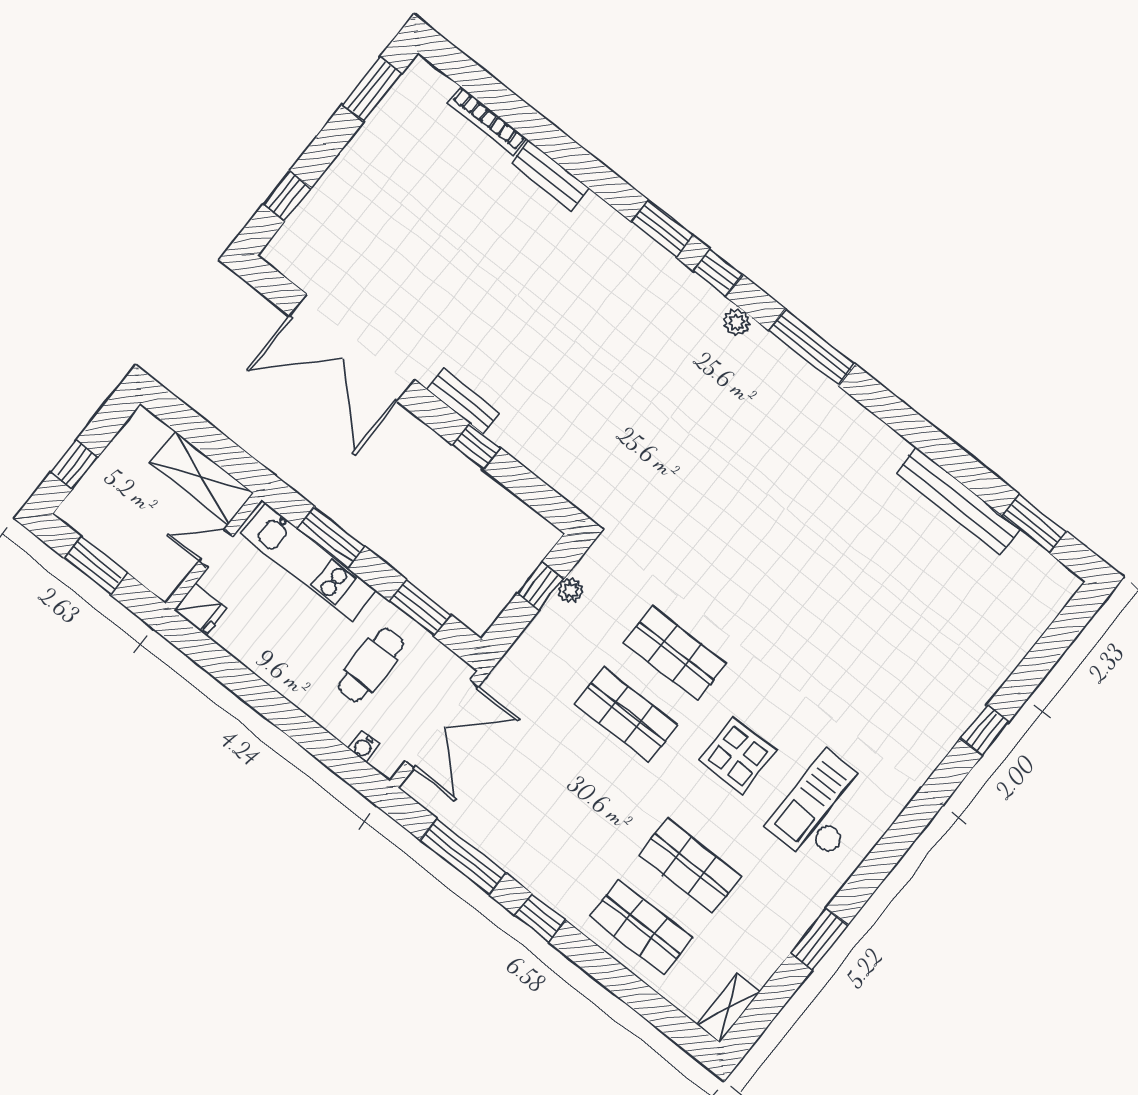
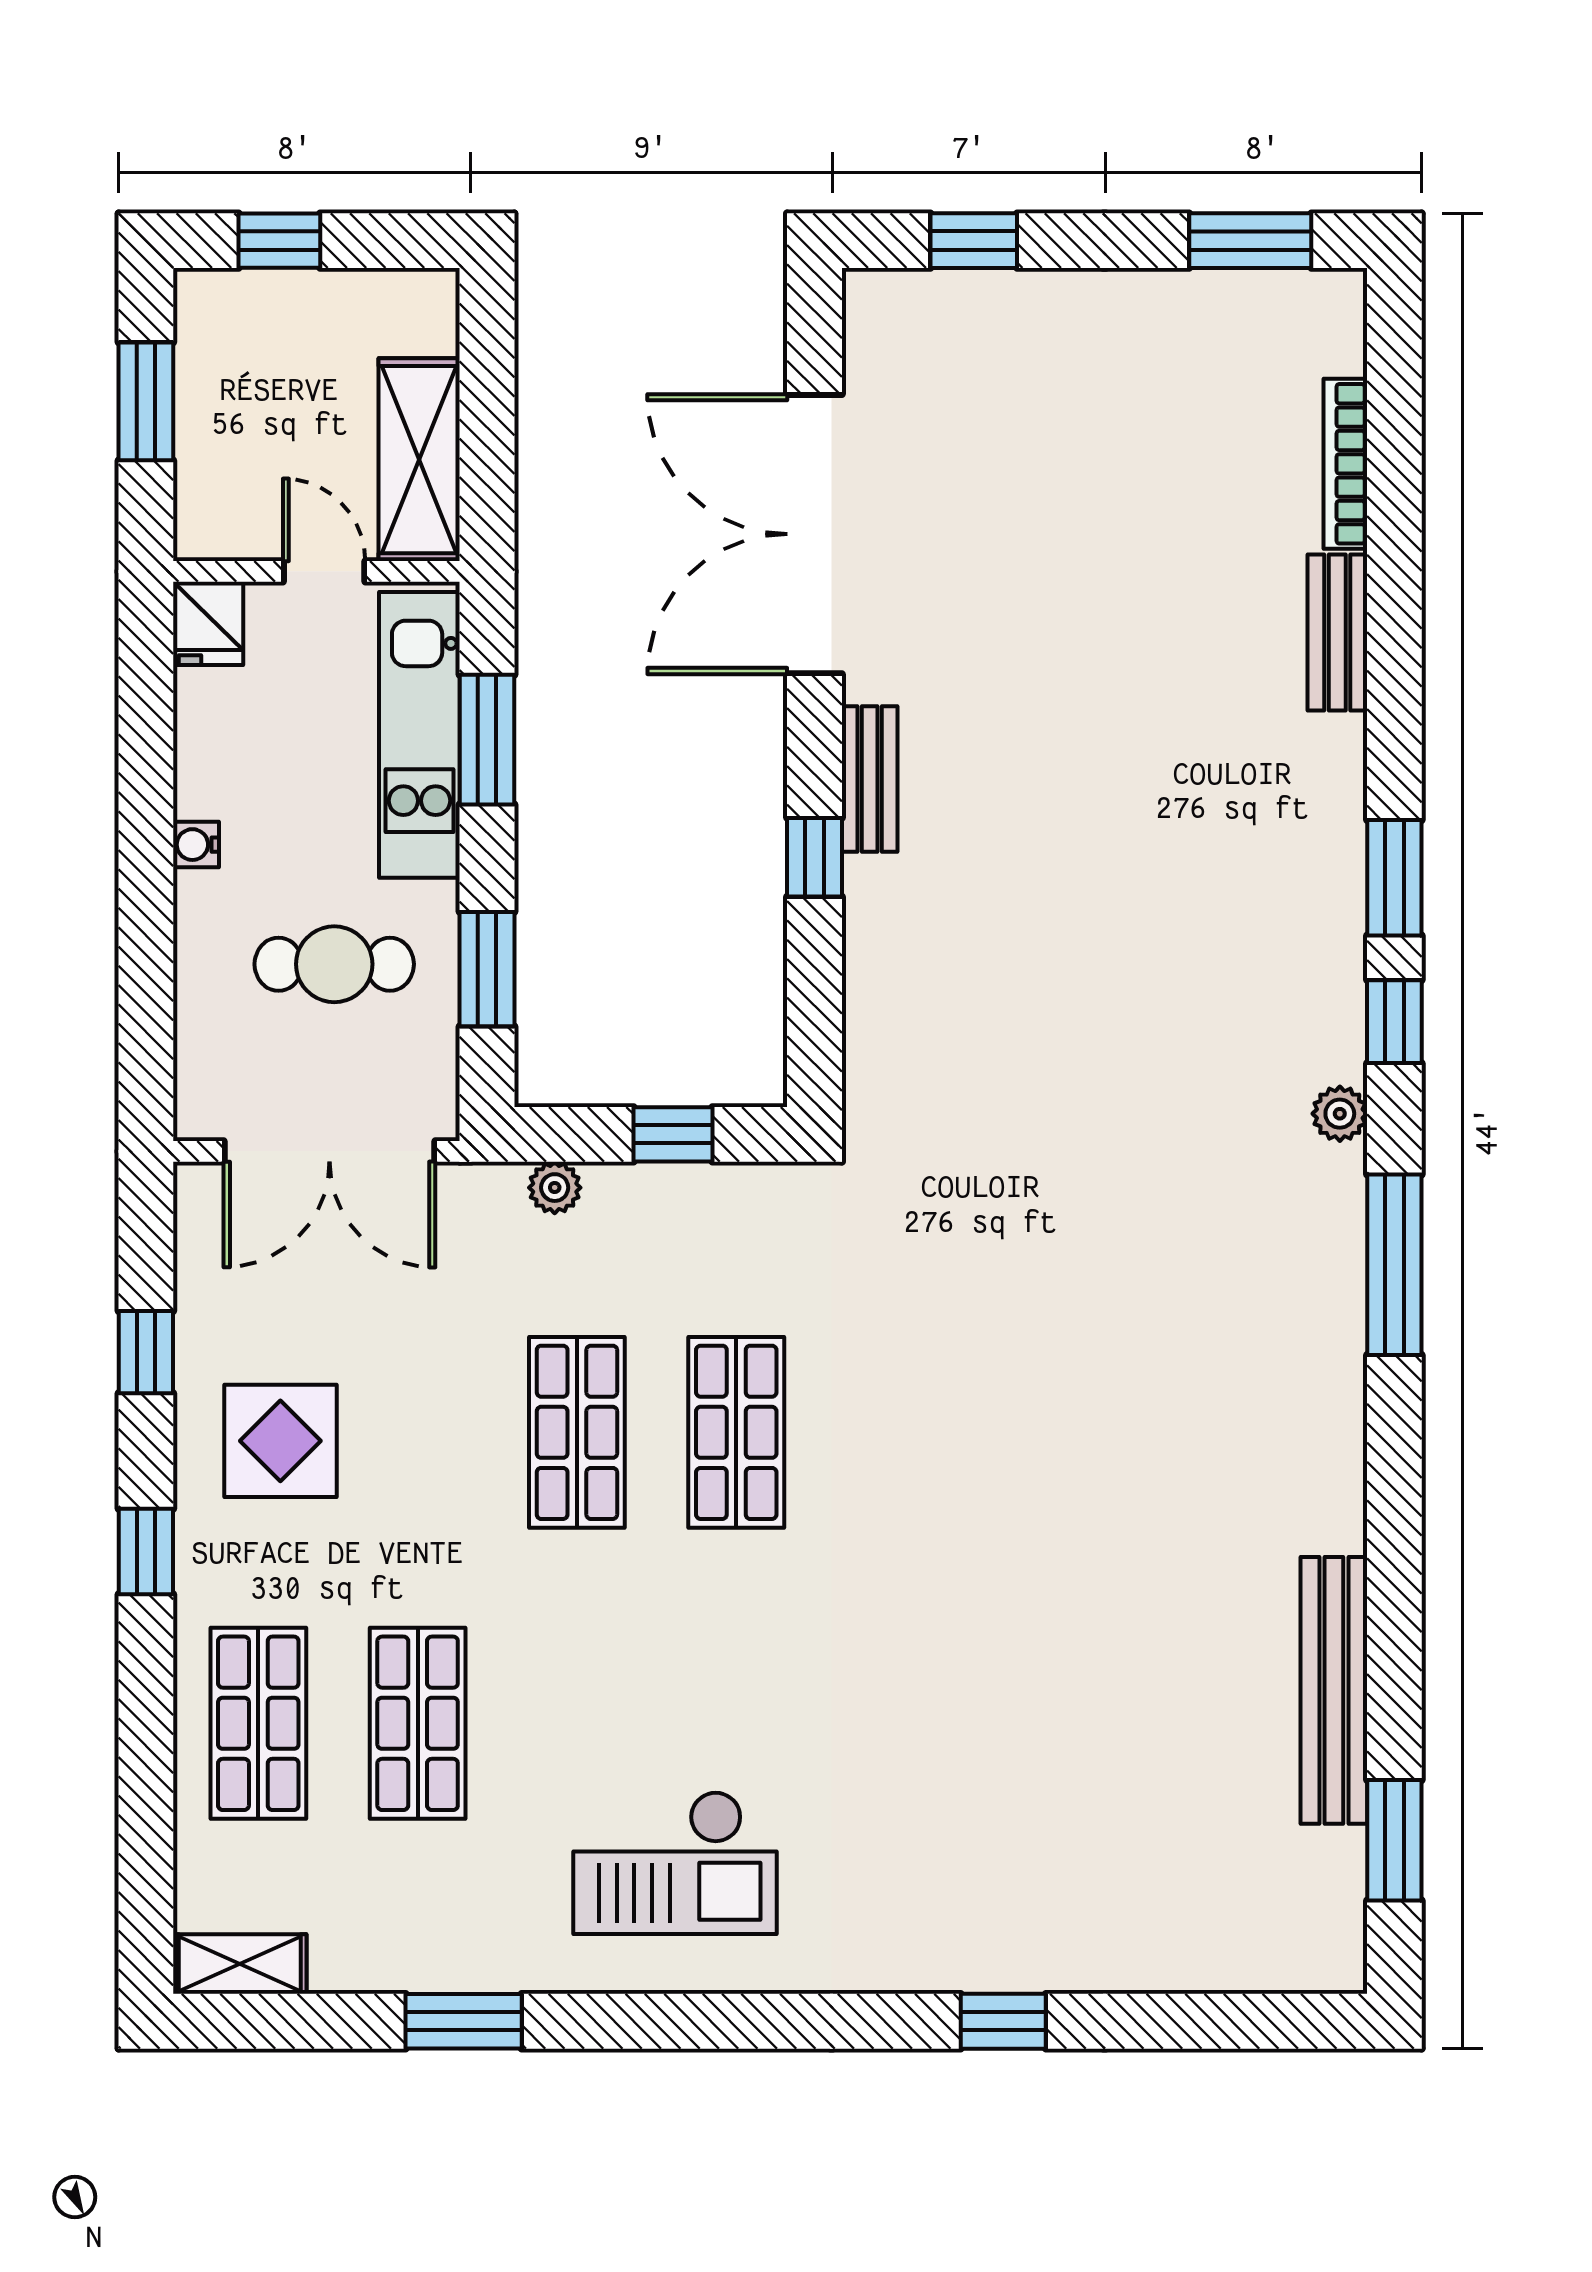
plant: (571, 590) -> (555, 1188), moved
water cooler: (364, 746) -> (196, 845), moved
display table: (738, 756) -> (280, 1441), moved
checkout: (823, 809) -> (675, 1863), turned 180
window: (463, 857) -> (146, 1352), width x0.46

